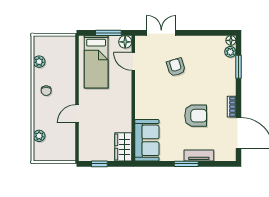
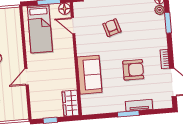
sofa: (147, 140) -> (89, 75), moved

